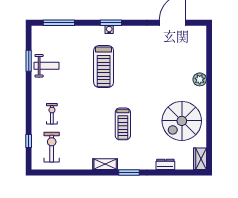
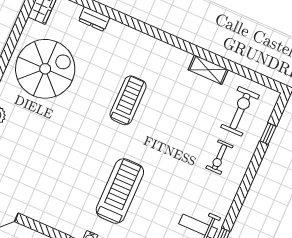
exercise bike: (52, 147) -> (240, 111), turned 180
shelving: (105, 164) -> (208, 70), moved
window: (129, 172) -> (149, 30), removed

